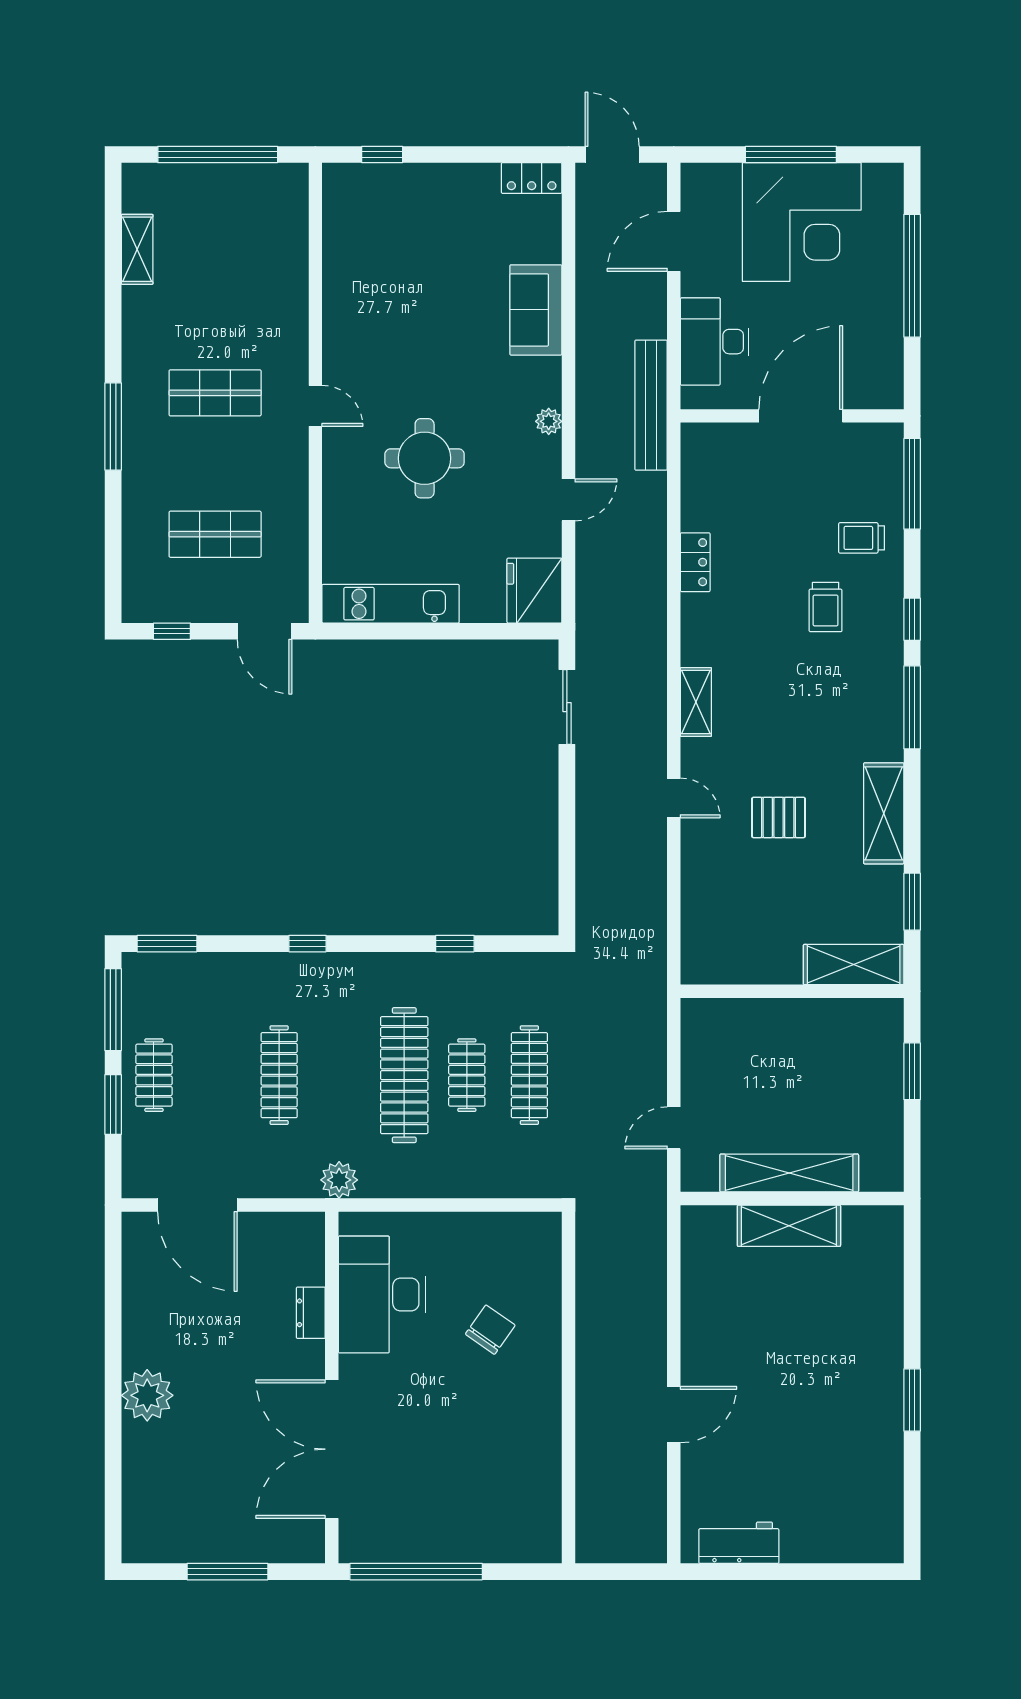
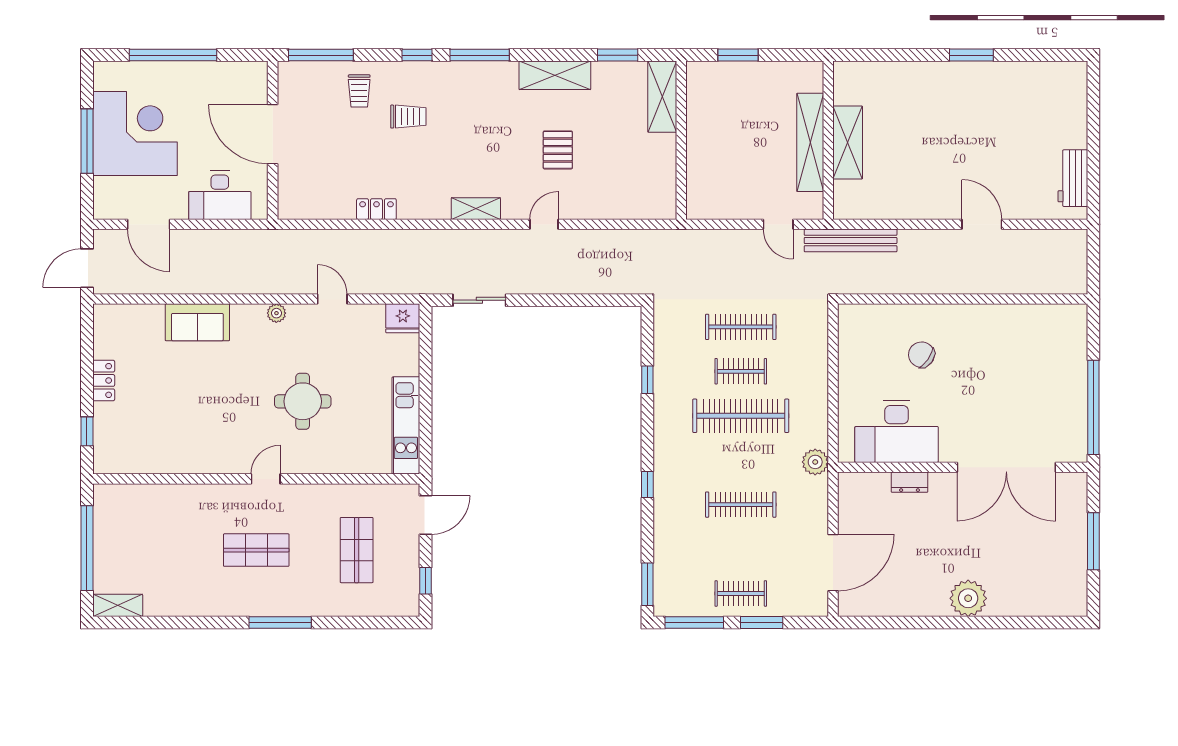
locker: (532, 178) -> (104, 380), moved
shelving: (137, 249) -> (118, 605), moved
shop shelf: (215, 393) -> (256, 550), turned 90
bench: (651, 405) -> (851, 240), moved
fridge: (534, 591) -> (403, 318), width x0.73, depth x0.75

